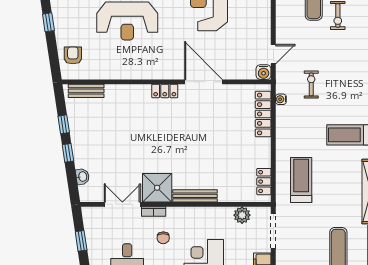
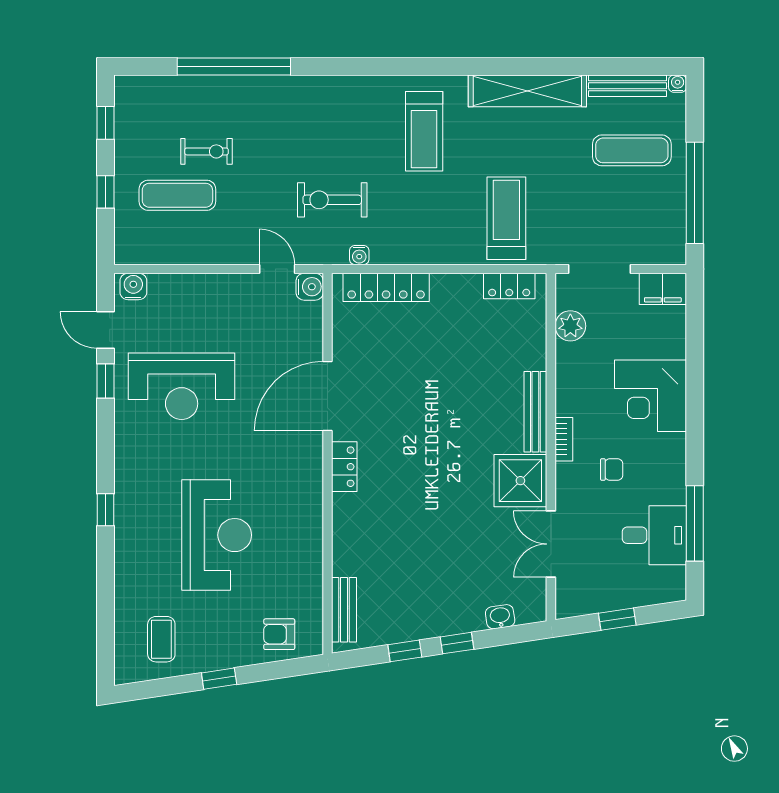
exercise bike: (311, 84) -> (332, 200), width x1.38, depth x1.39
treadmill: (301, 180) -> (506, 218), turned 90
bookcase: (154, 212) -> (564, 439), moved

